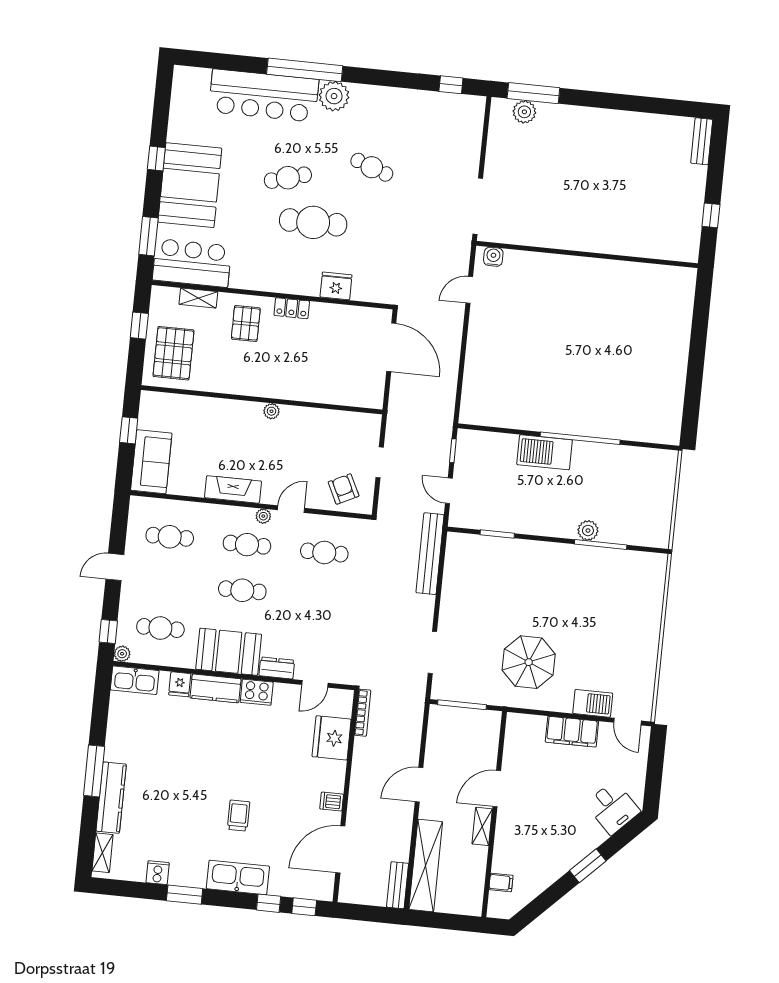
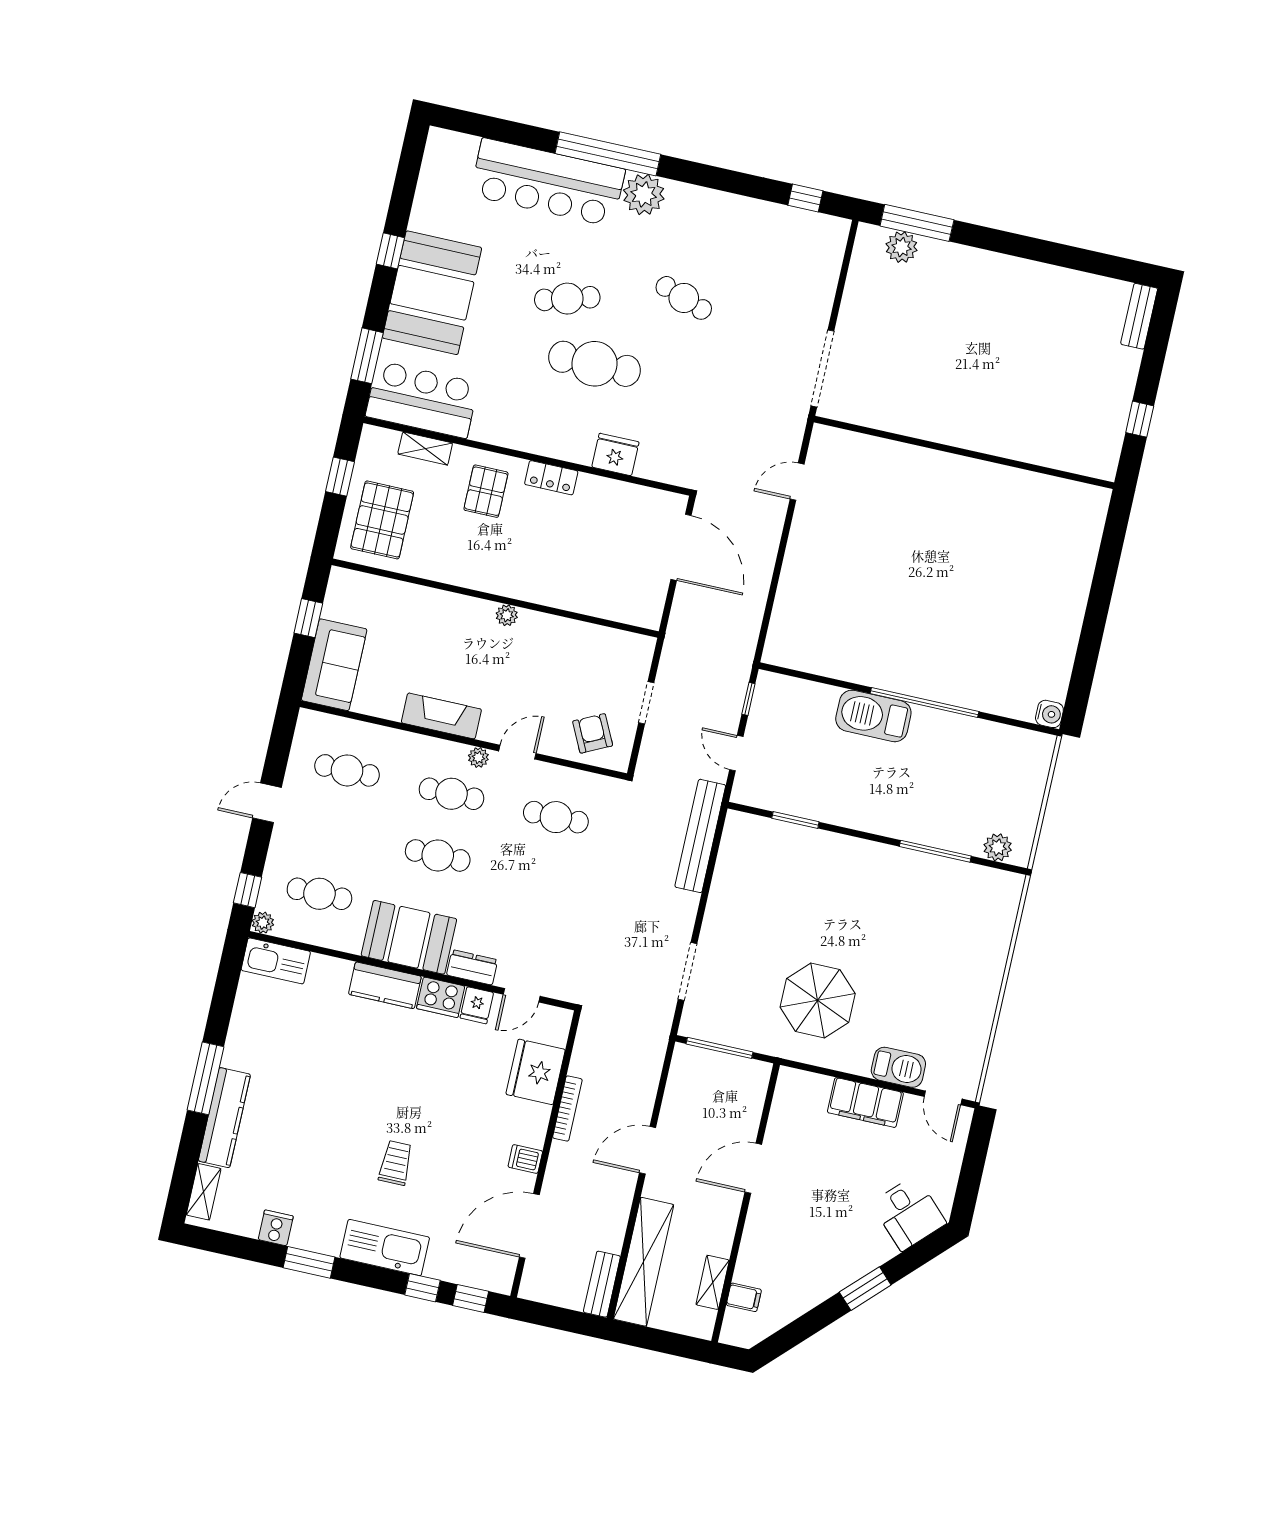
water cooler: (493, 257) -> (1049, 714), moved, turned 90
plant: (588, 530) -> (998, 847), moved
fridge: (180, 684) -> (477, 1005), moved
bookcase: (363, 713) -> (567, 1108), moved
shelving: (482, 826) -> (713, 1282), moved

